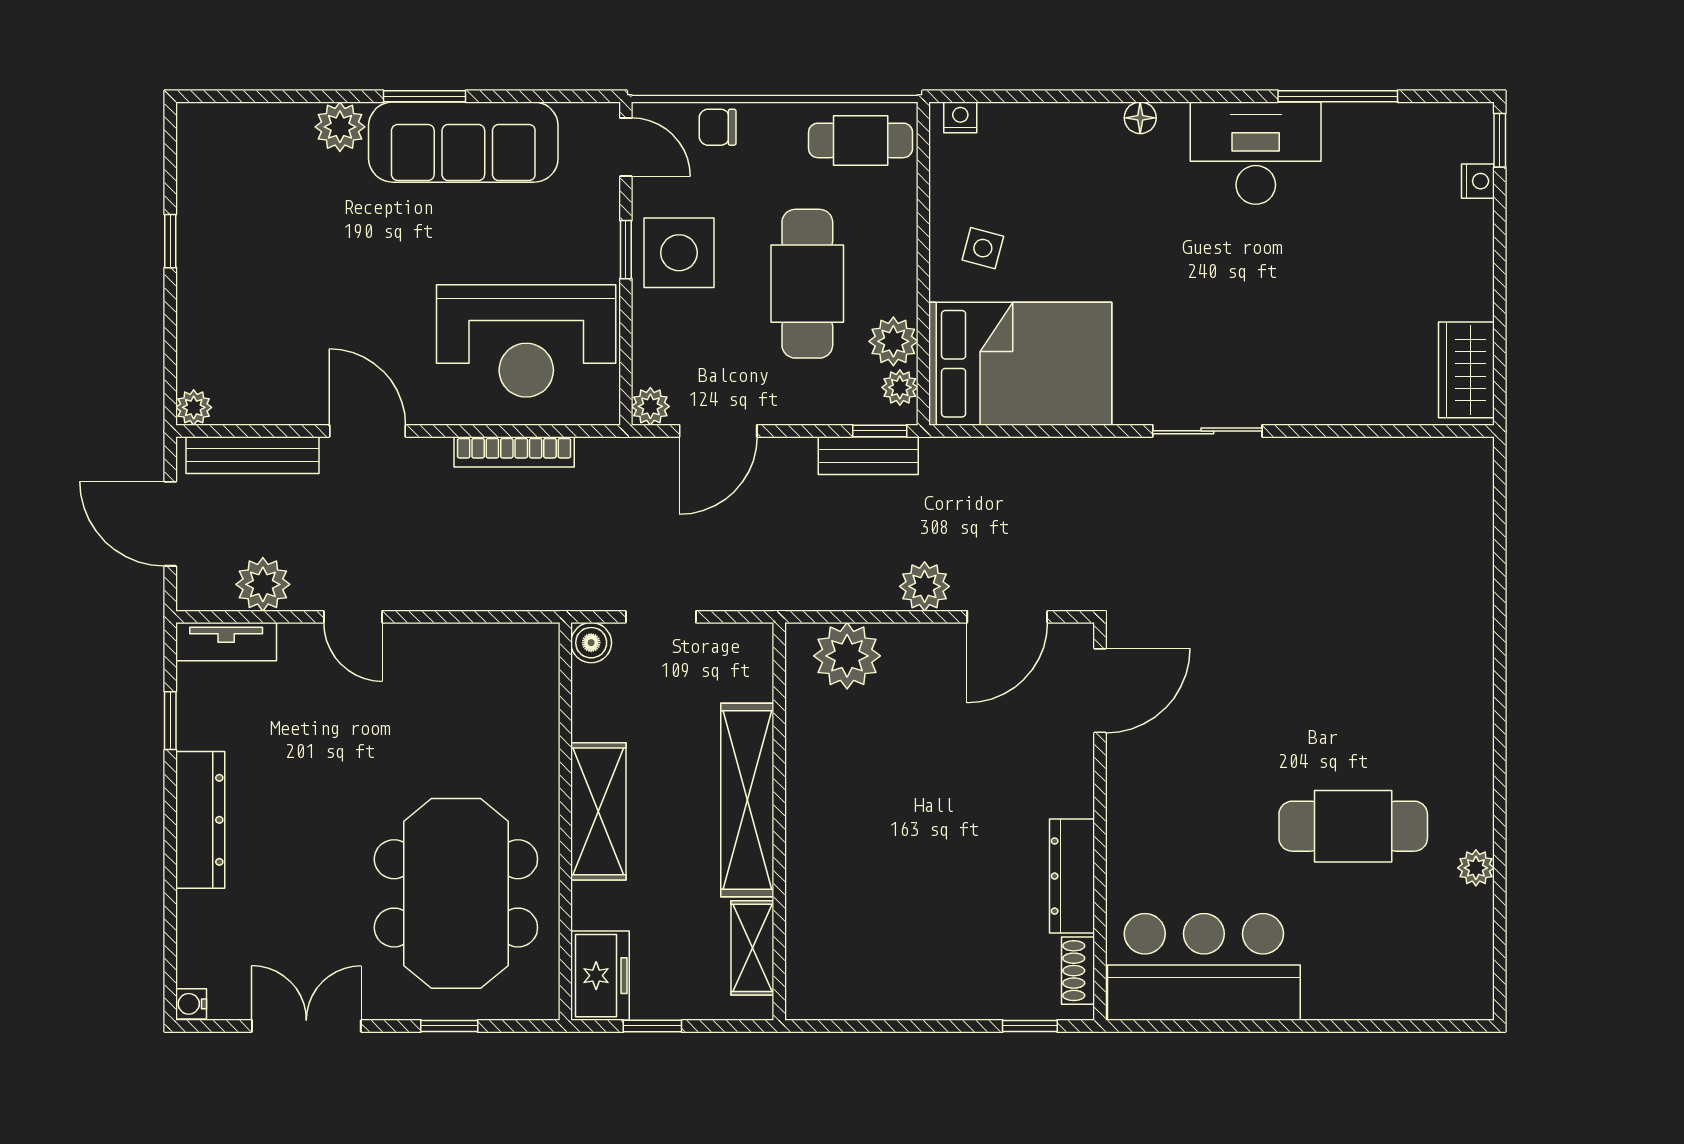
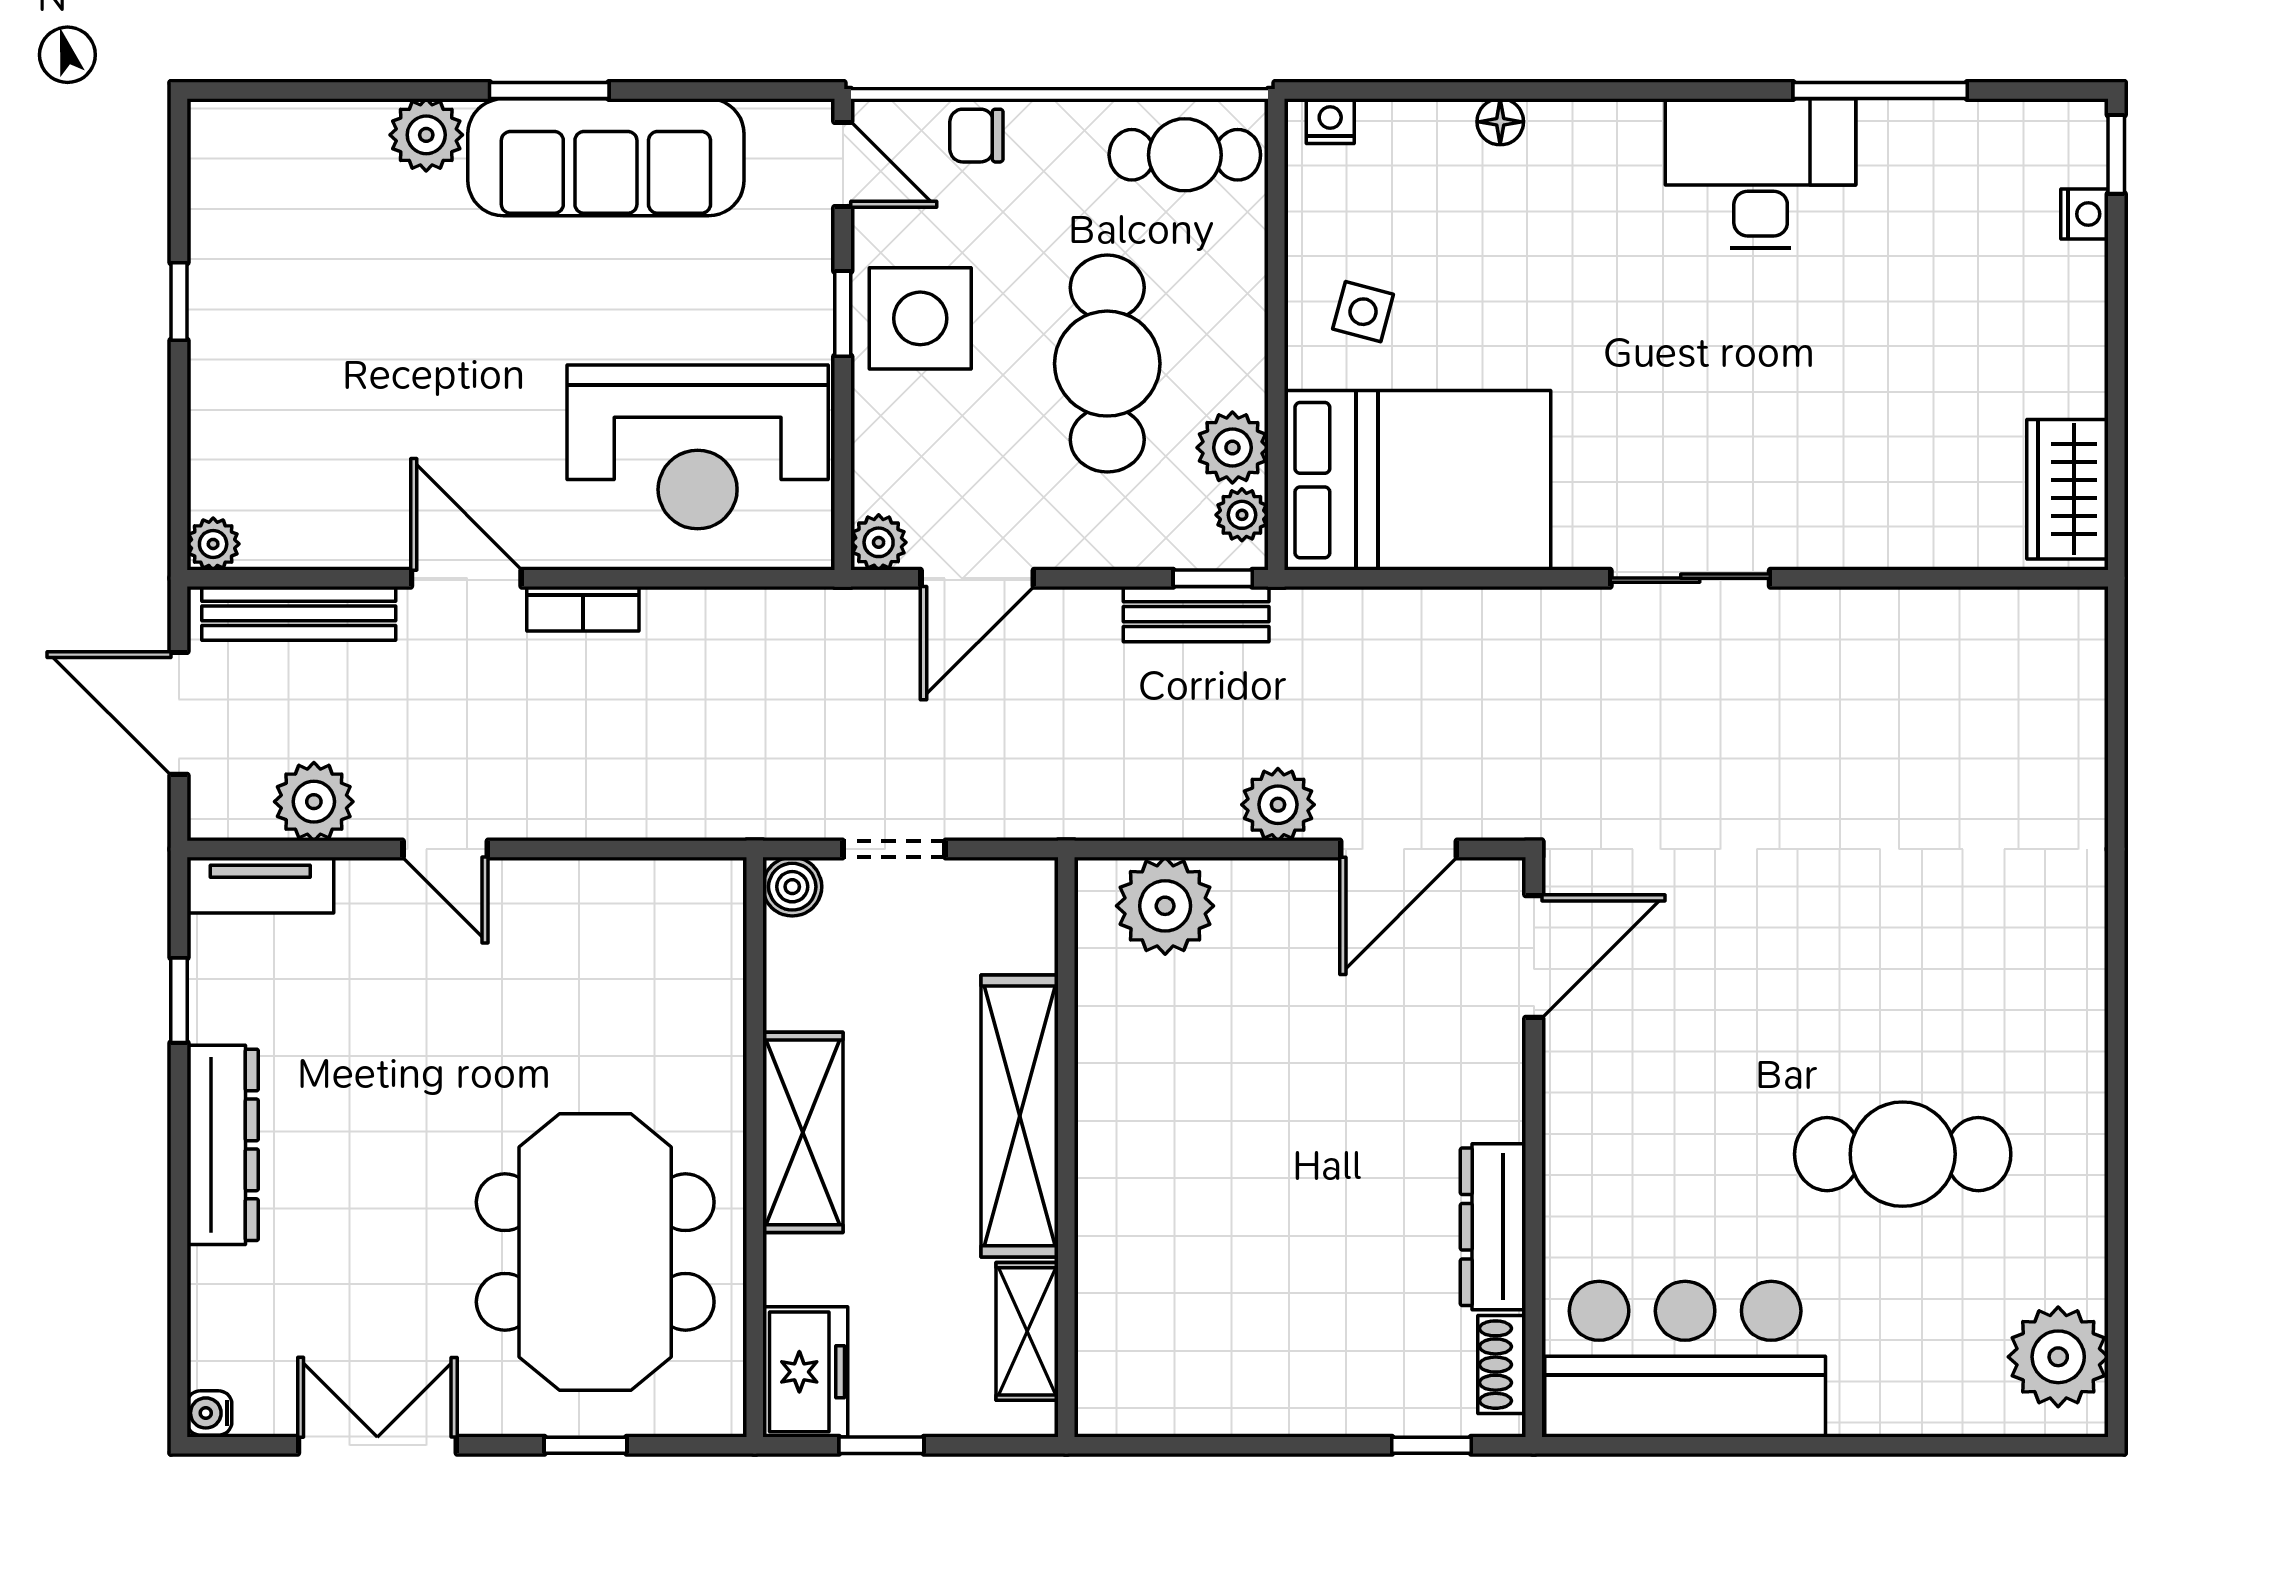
floor lamp: (1140, 118) -> (1500, 122), moved
bookcase: (514, 452) -> (583, 609), moved, width x0.64
plant: (1476, 868) -> (2058, 1357), moved, width x1.88, depth x1.88

